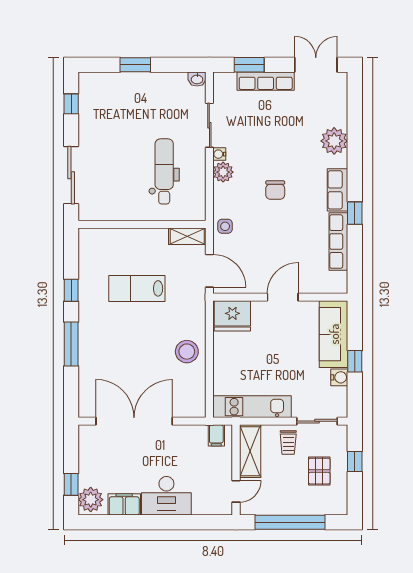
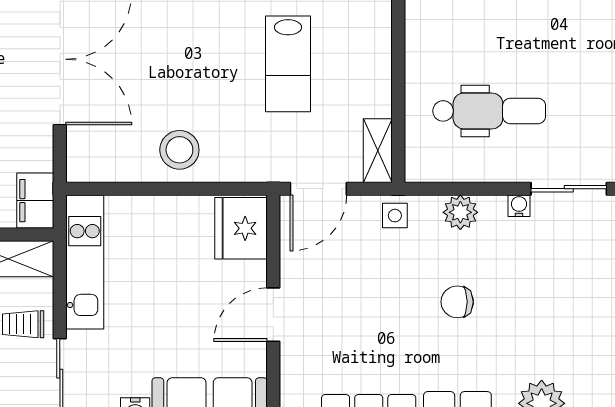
plant: (223, 172) -> (460, 212), moved
lab bench: (137, 288) -> (288, 64), turned 180
door: (283, 297) -> (273, 315), swing flipped
filing cabinet: (216, 435) -> (35, 201), width x2.00

